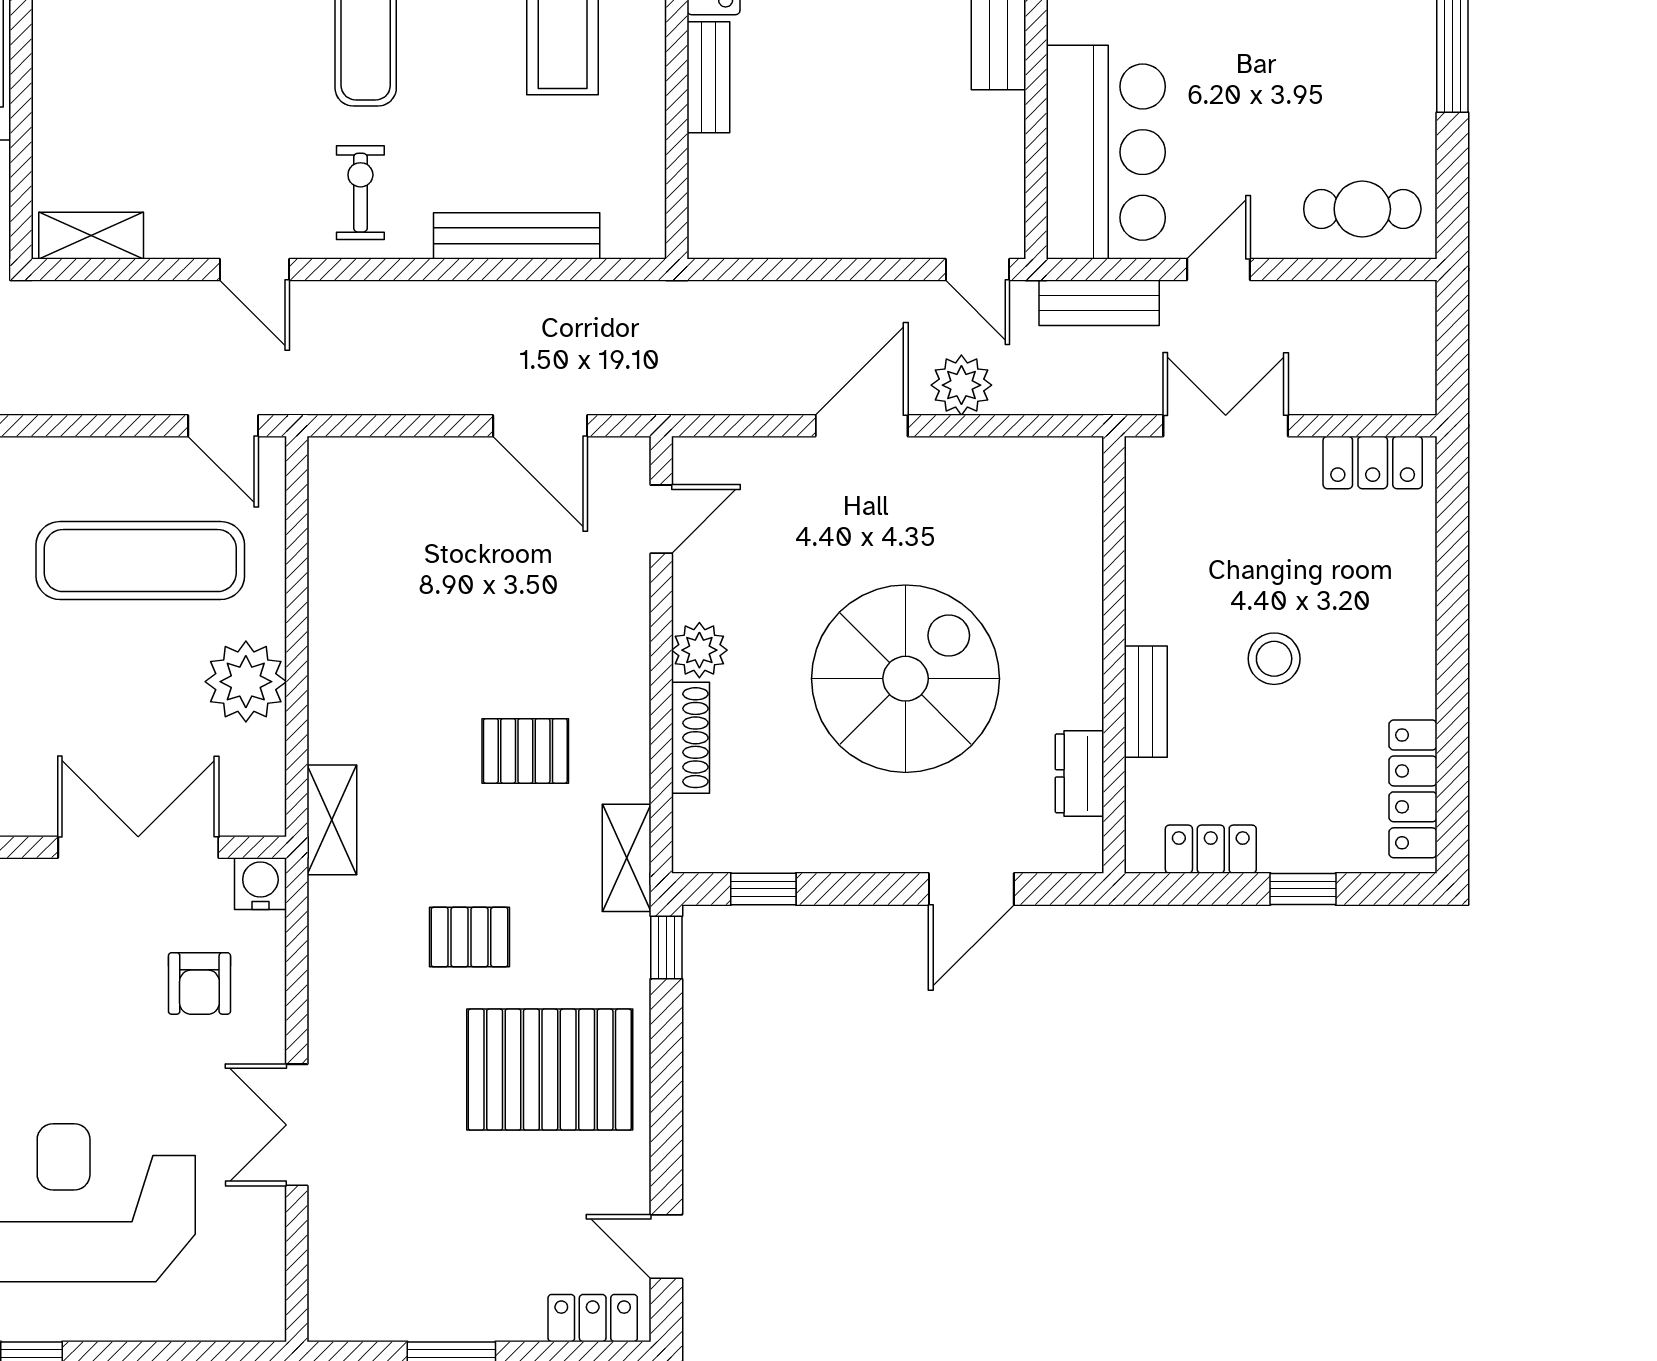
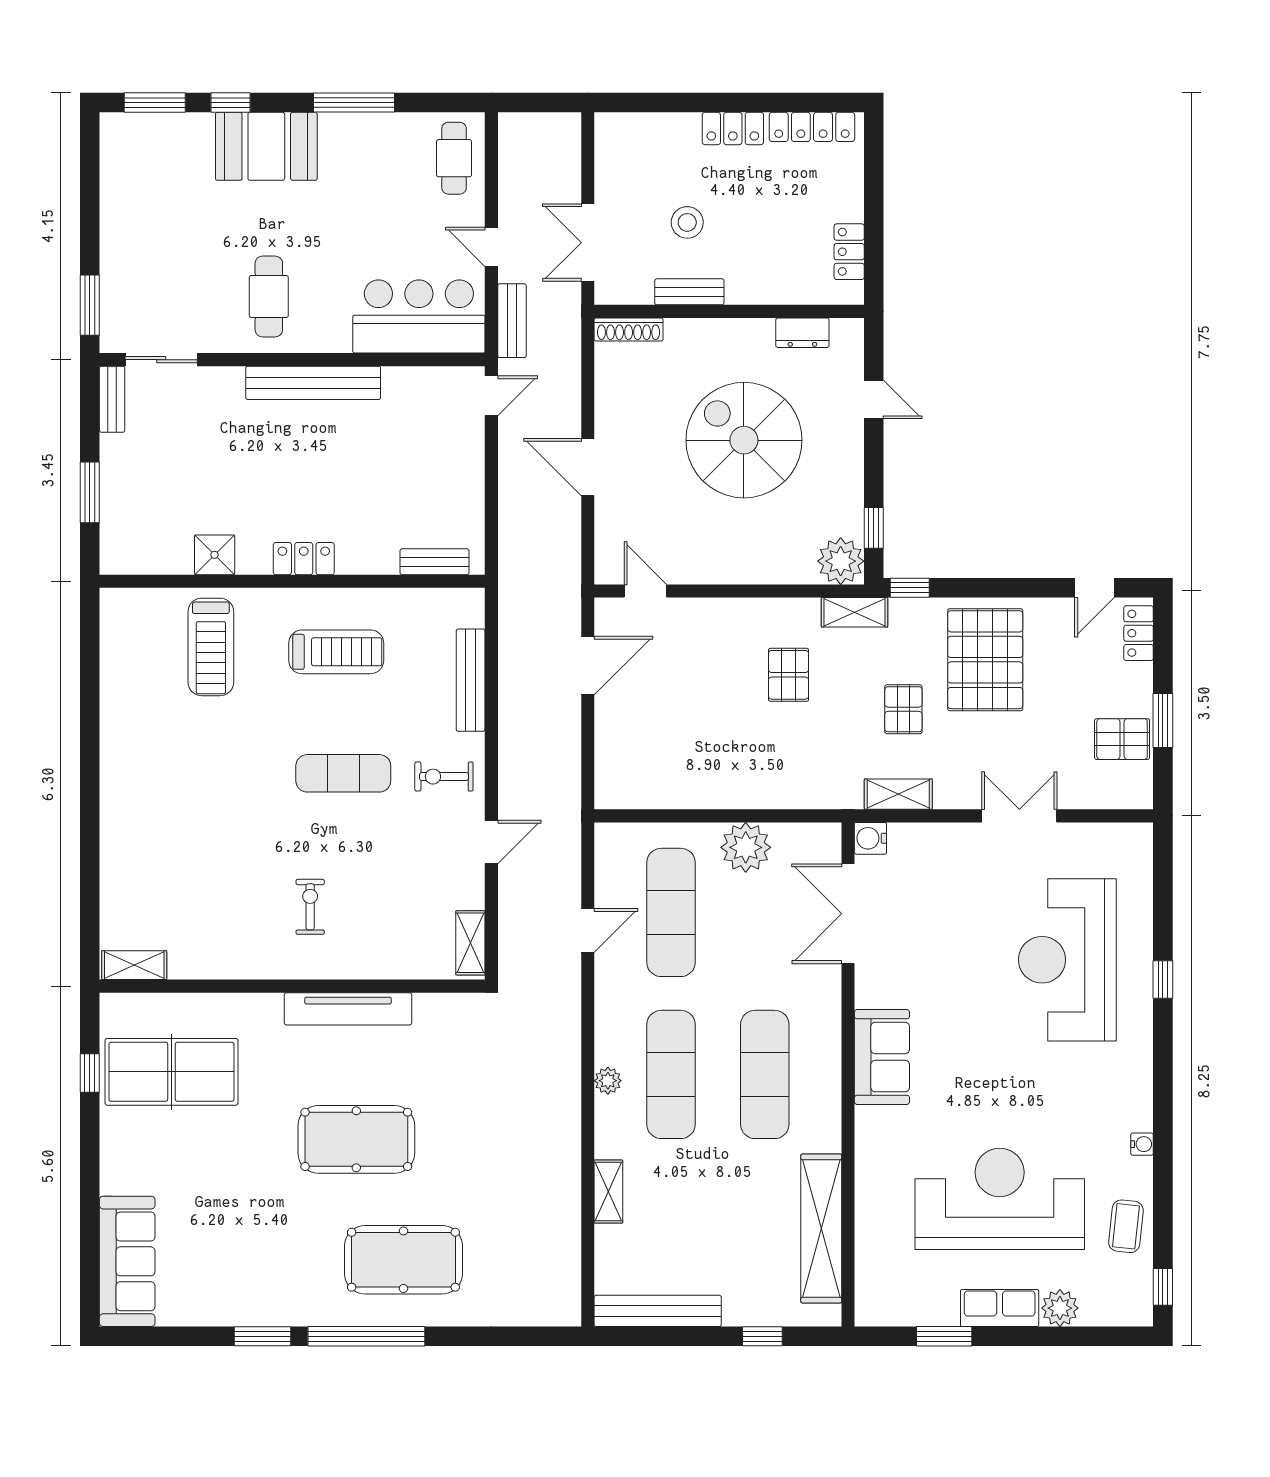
bench: (708, 77) -> (434, 562), moved
plant: (961, 385) -> (563, 406), removed
door: (223, 426) -> (588, 930), moved
locker: (1373, 462) -> (733, 128), moved, turned 90
plant: (699, 650) -> (841, 561), moved, width x1.36, depth x1.36
stool: (1274, 659) -> (687, 222), moved
bench: (1146, 702) -> (689, 292), moved
shoe rack: (691, 738) -> (629, 330), moved, turned 180
shelving: (332, 820) -> (898, 794), moved
door: (971, 889) -> (874, 399), width x0.73
window: (1303, 889) -> (874, 195), removed
armchair: (199, 983) -> (932, 876), removed
double door: (297, 1125) -> (1019, 816), swing flipped
pallet: (421, 1291) -> (1122, 739), added

